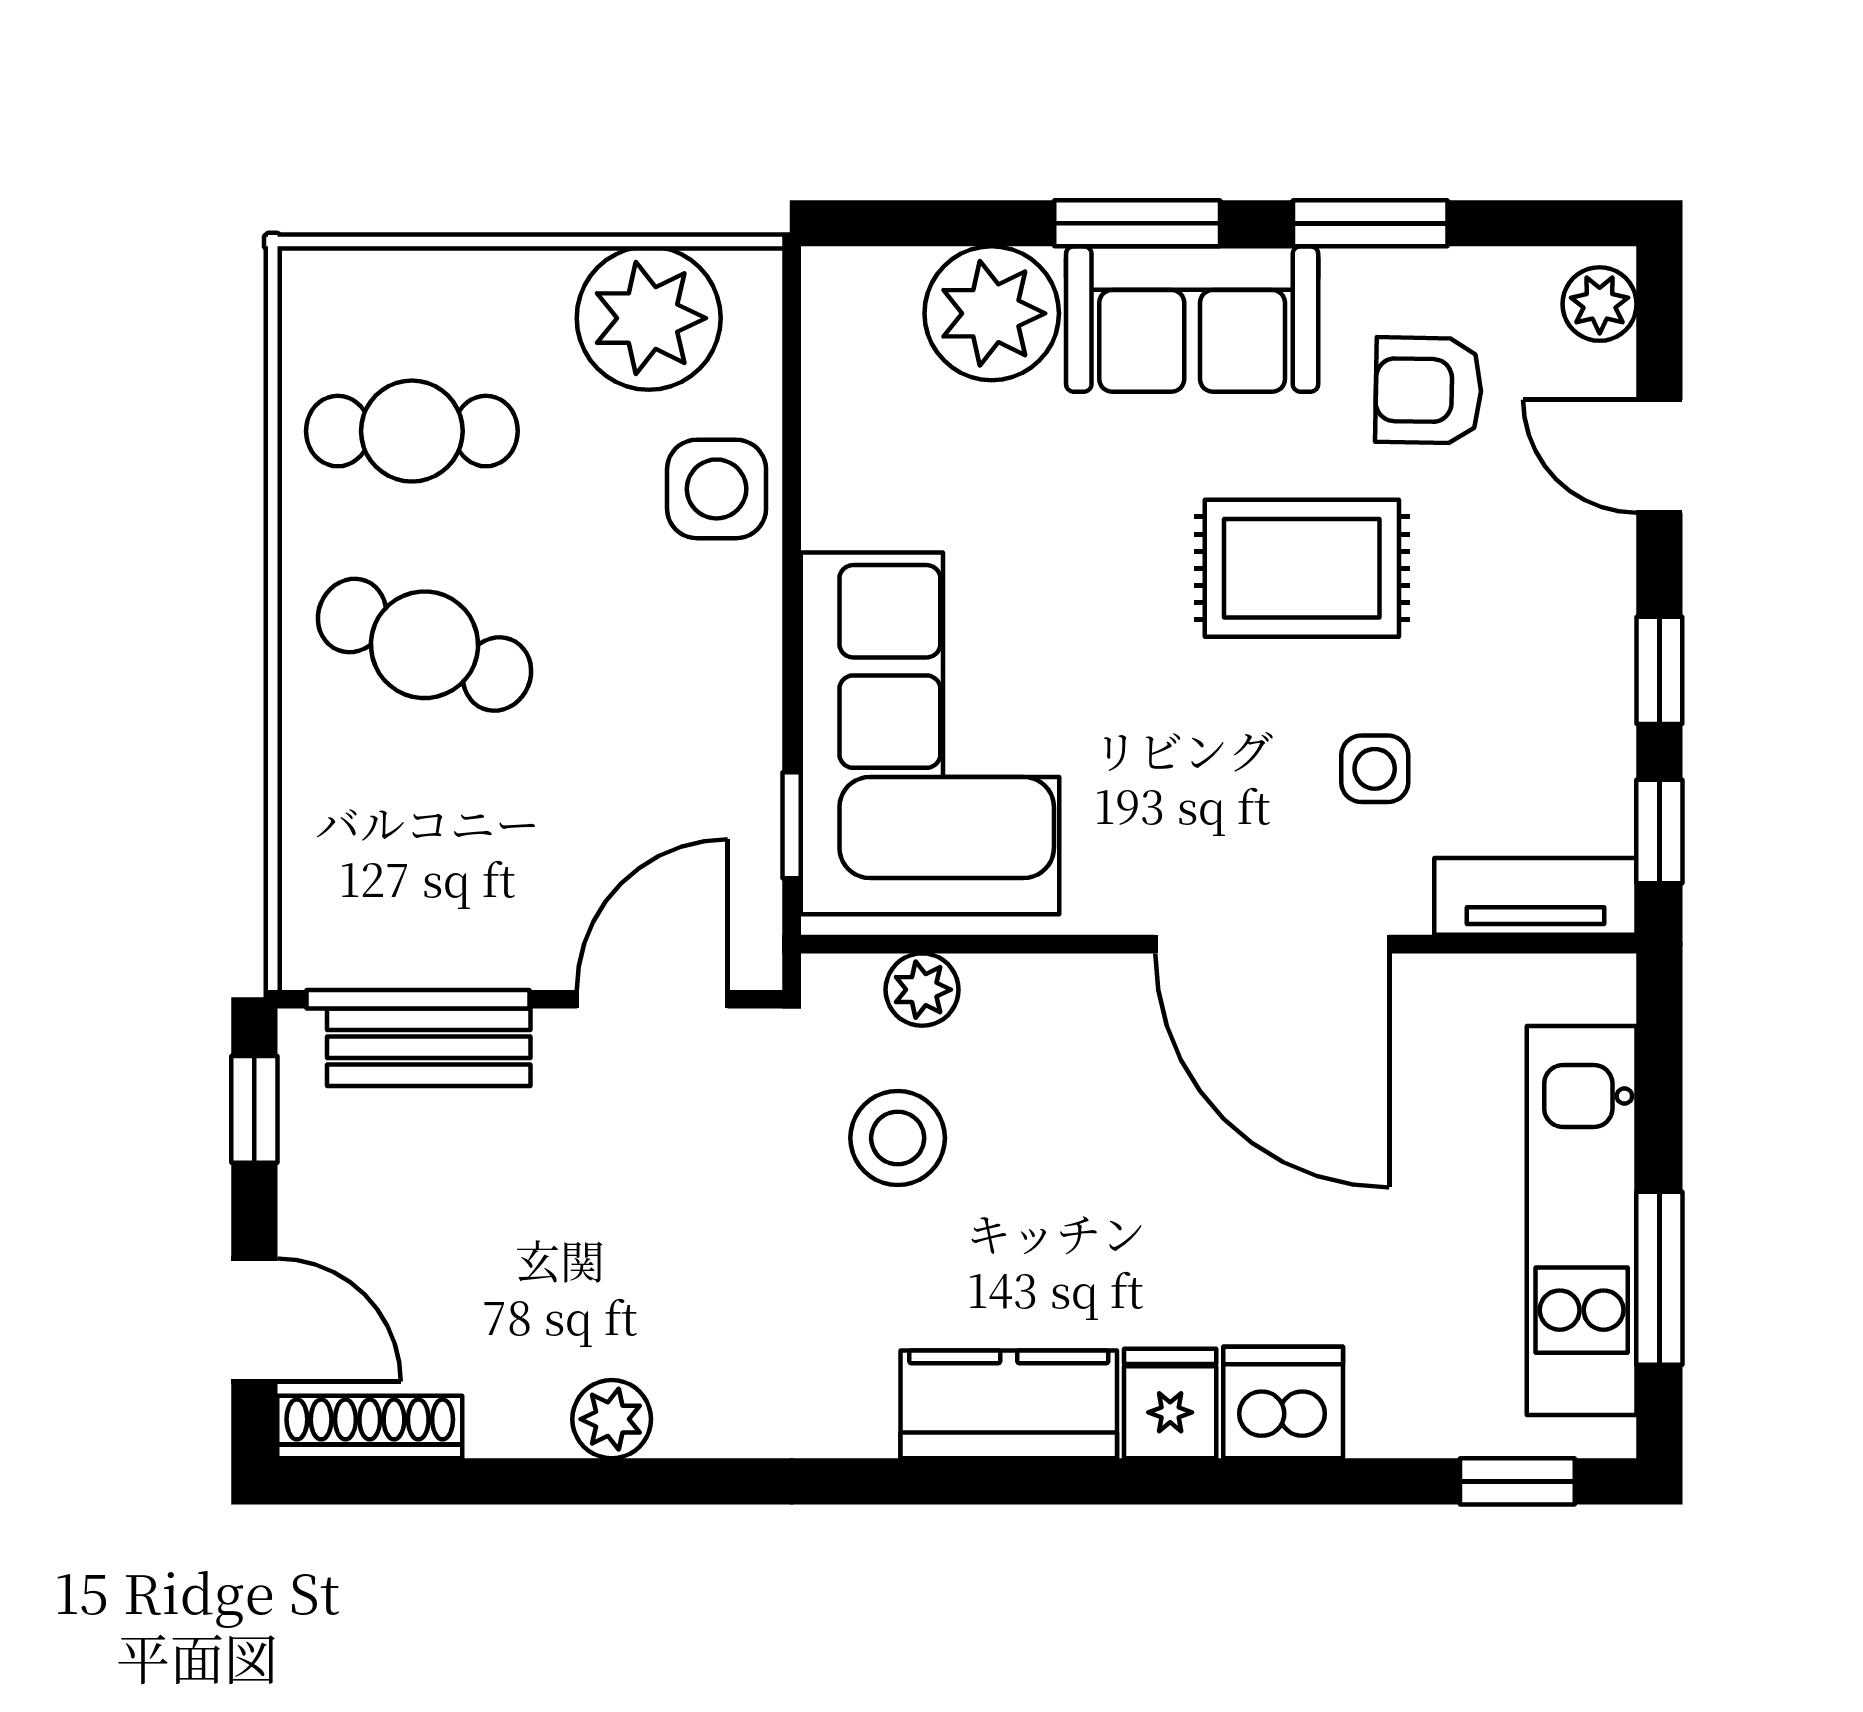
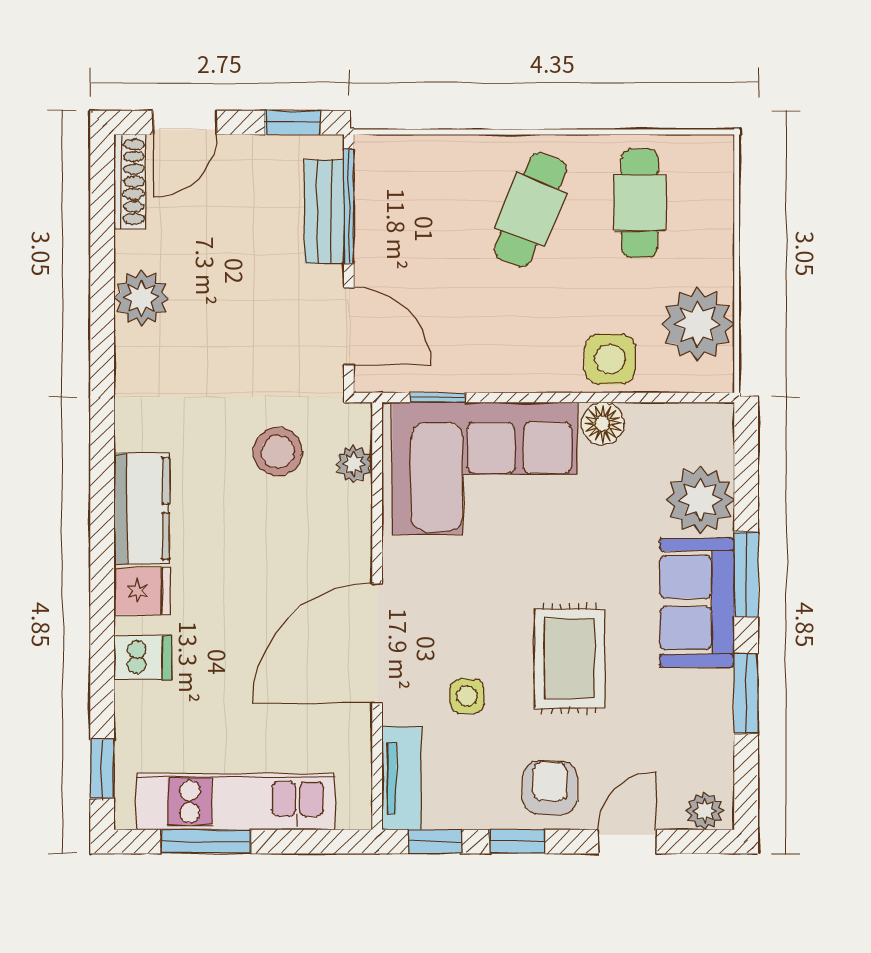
armchair: (1429, 390) -> (550, 788), moved
floor lamp: (842, 503) -> (603, 424), added
dishwasher: (1283, 1402) -> (143, 657), width x0.73
plant: (612, 1419) -> (142, 298), width x1.38, depth x1.38

